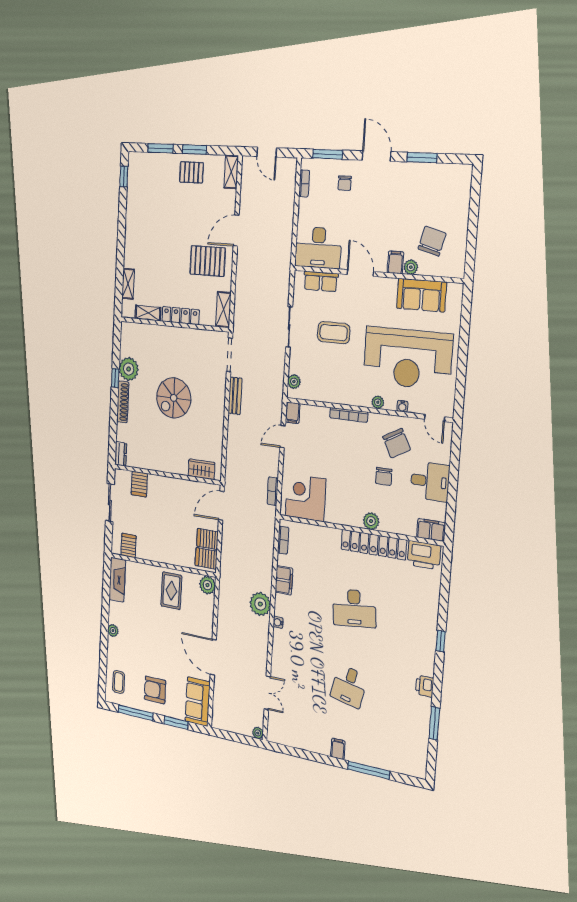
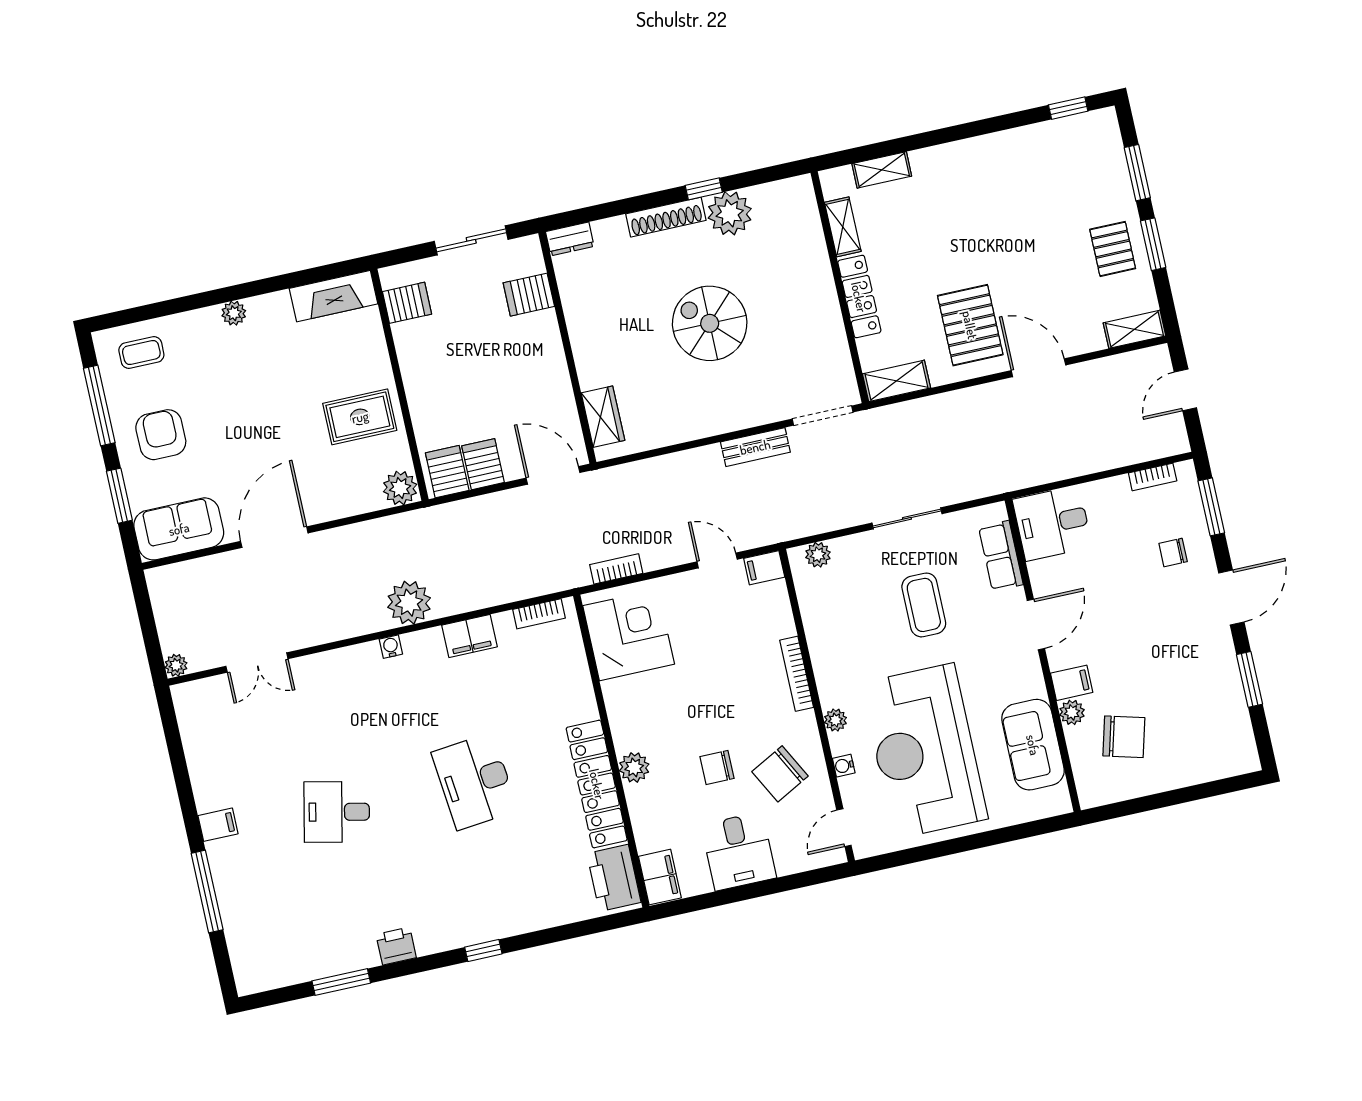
desk: (318, 248) -> (1052, 523), width x0.73

